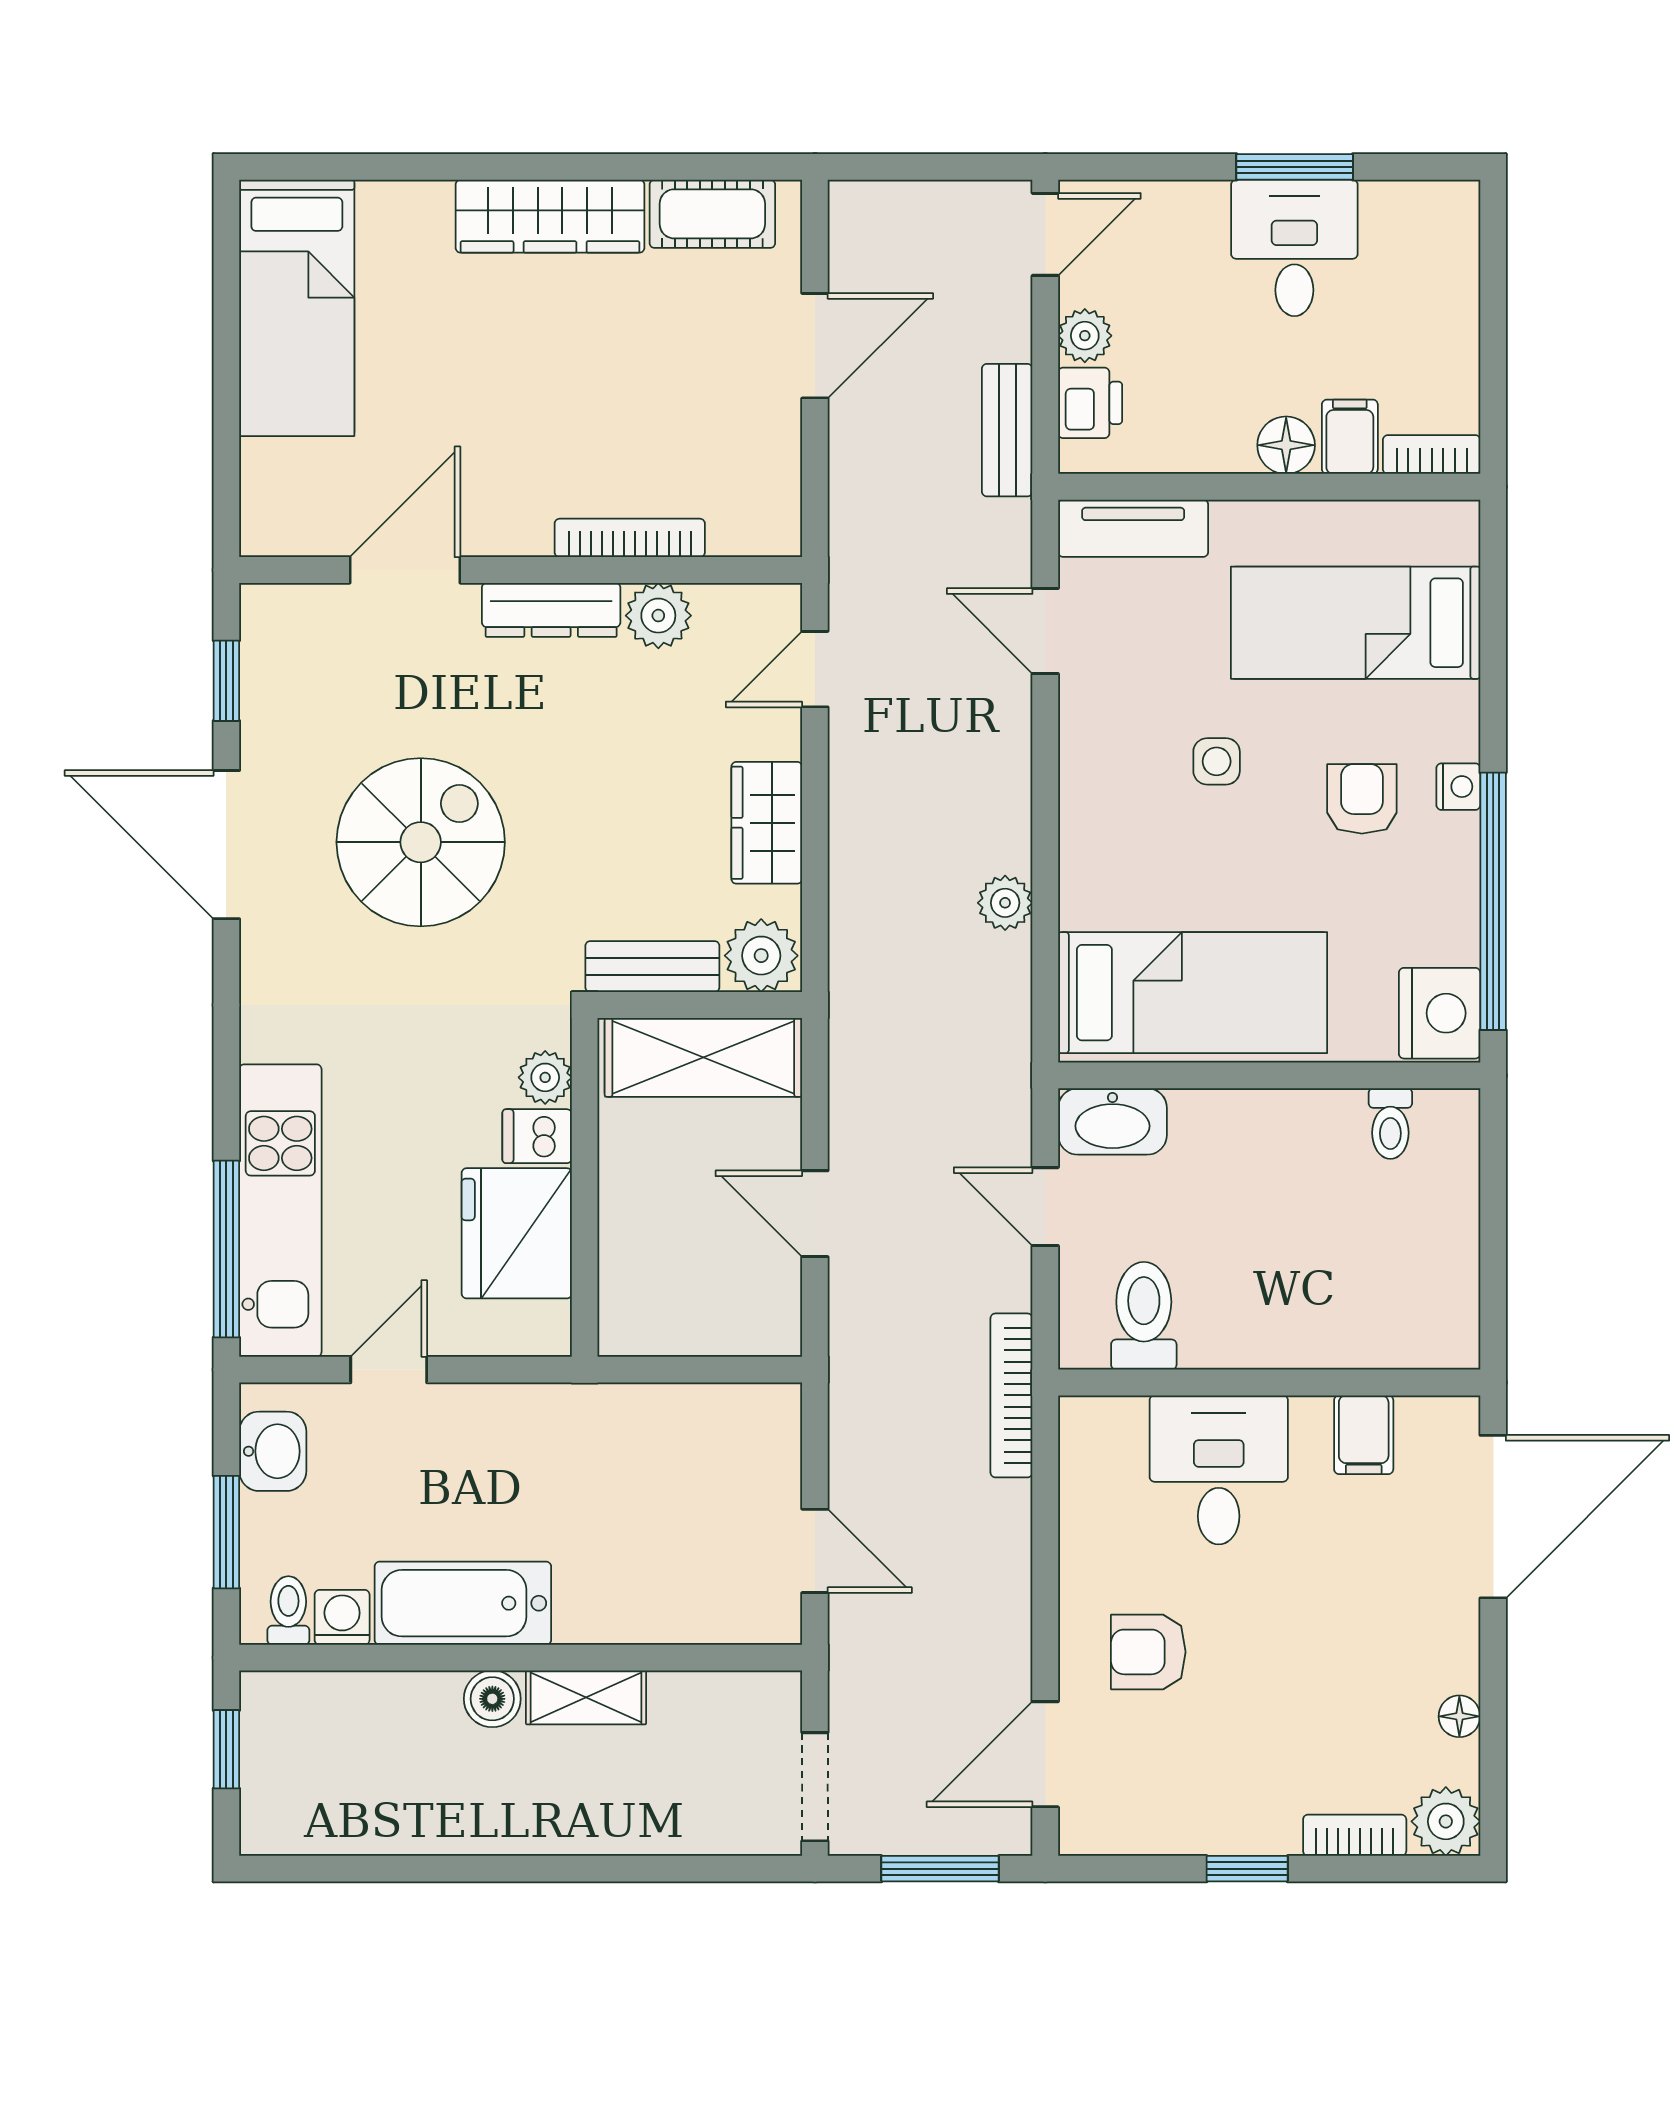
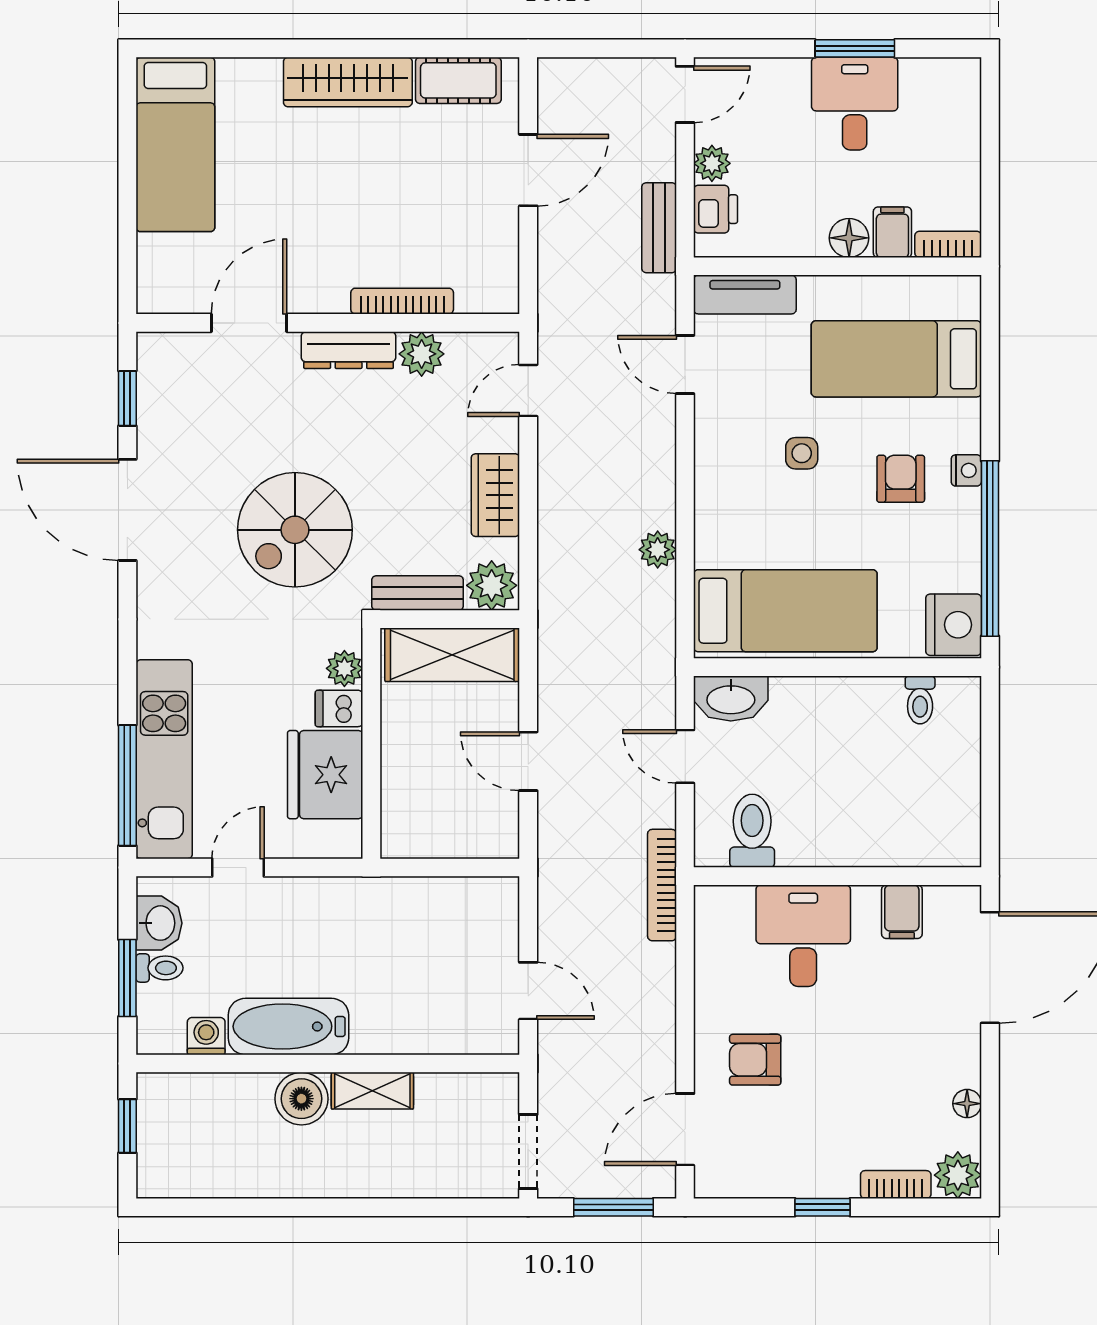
spiral stairs: (421, 842) -> (295, 530), moved, turned 180
toilet: (288, 1610) -> (159, 968), moved, turned 90
boiler: (492, 1699) -> (301, 1099), width x1.36, depth x1.36

